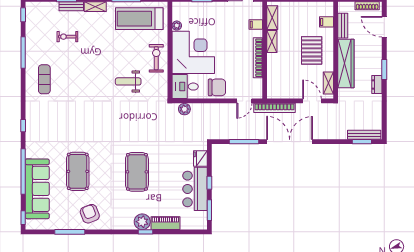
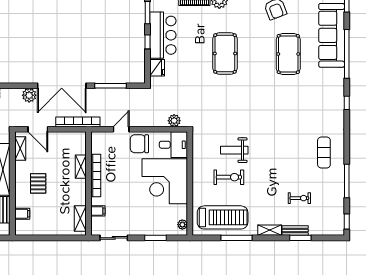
plant: (177, 26) -> (182, 225), moved
shelving: (272, 41) -> (81, 167), moved
pallet: (312, 50) -> (38, 183), width x0.67, depth x0.71
exercise bike: (156, 58) -> (229, 177), moved, turned -90
weight bench: (128, 81) -> (234, 150), turned 180
door: (244, 101) -> (121, 129), moved
plant: (320, 133) -> (29, 95), added

